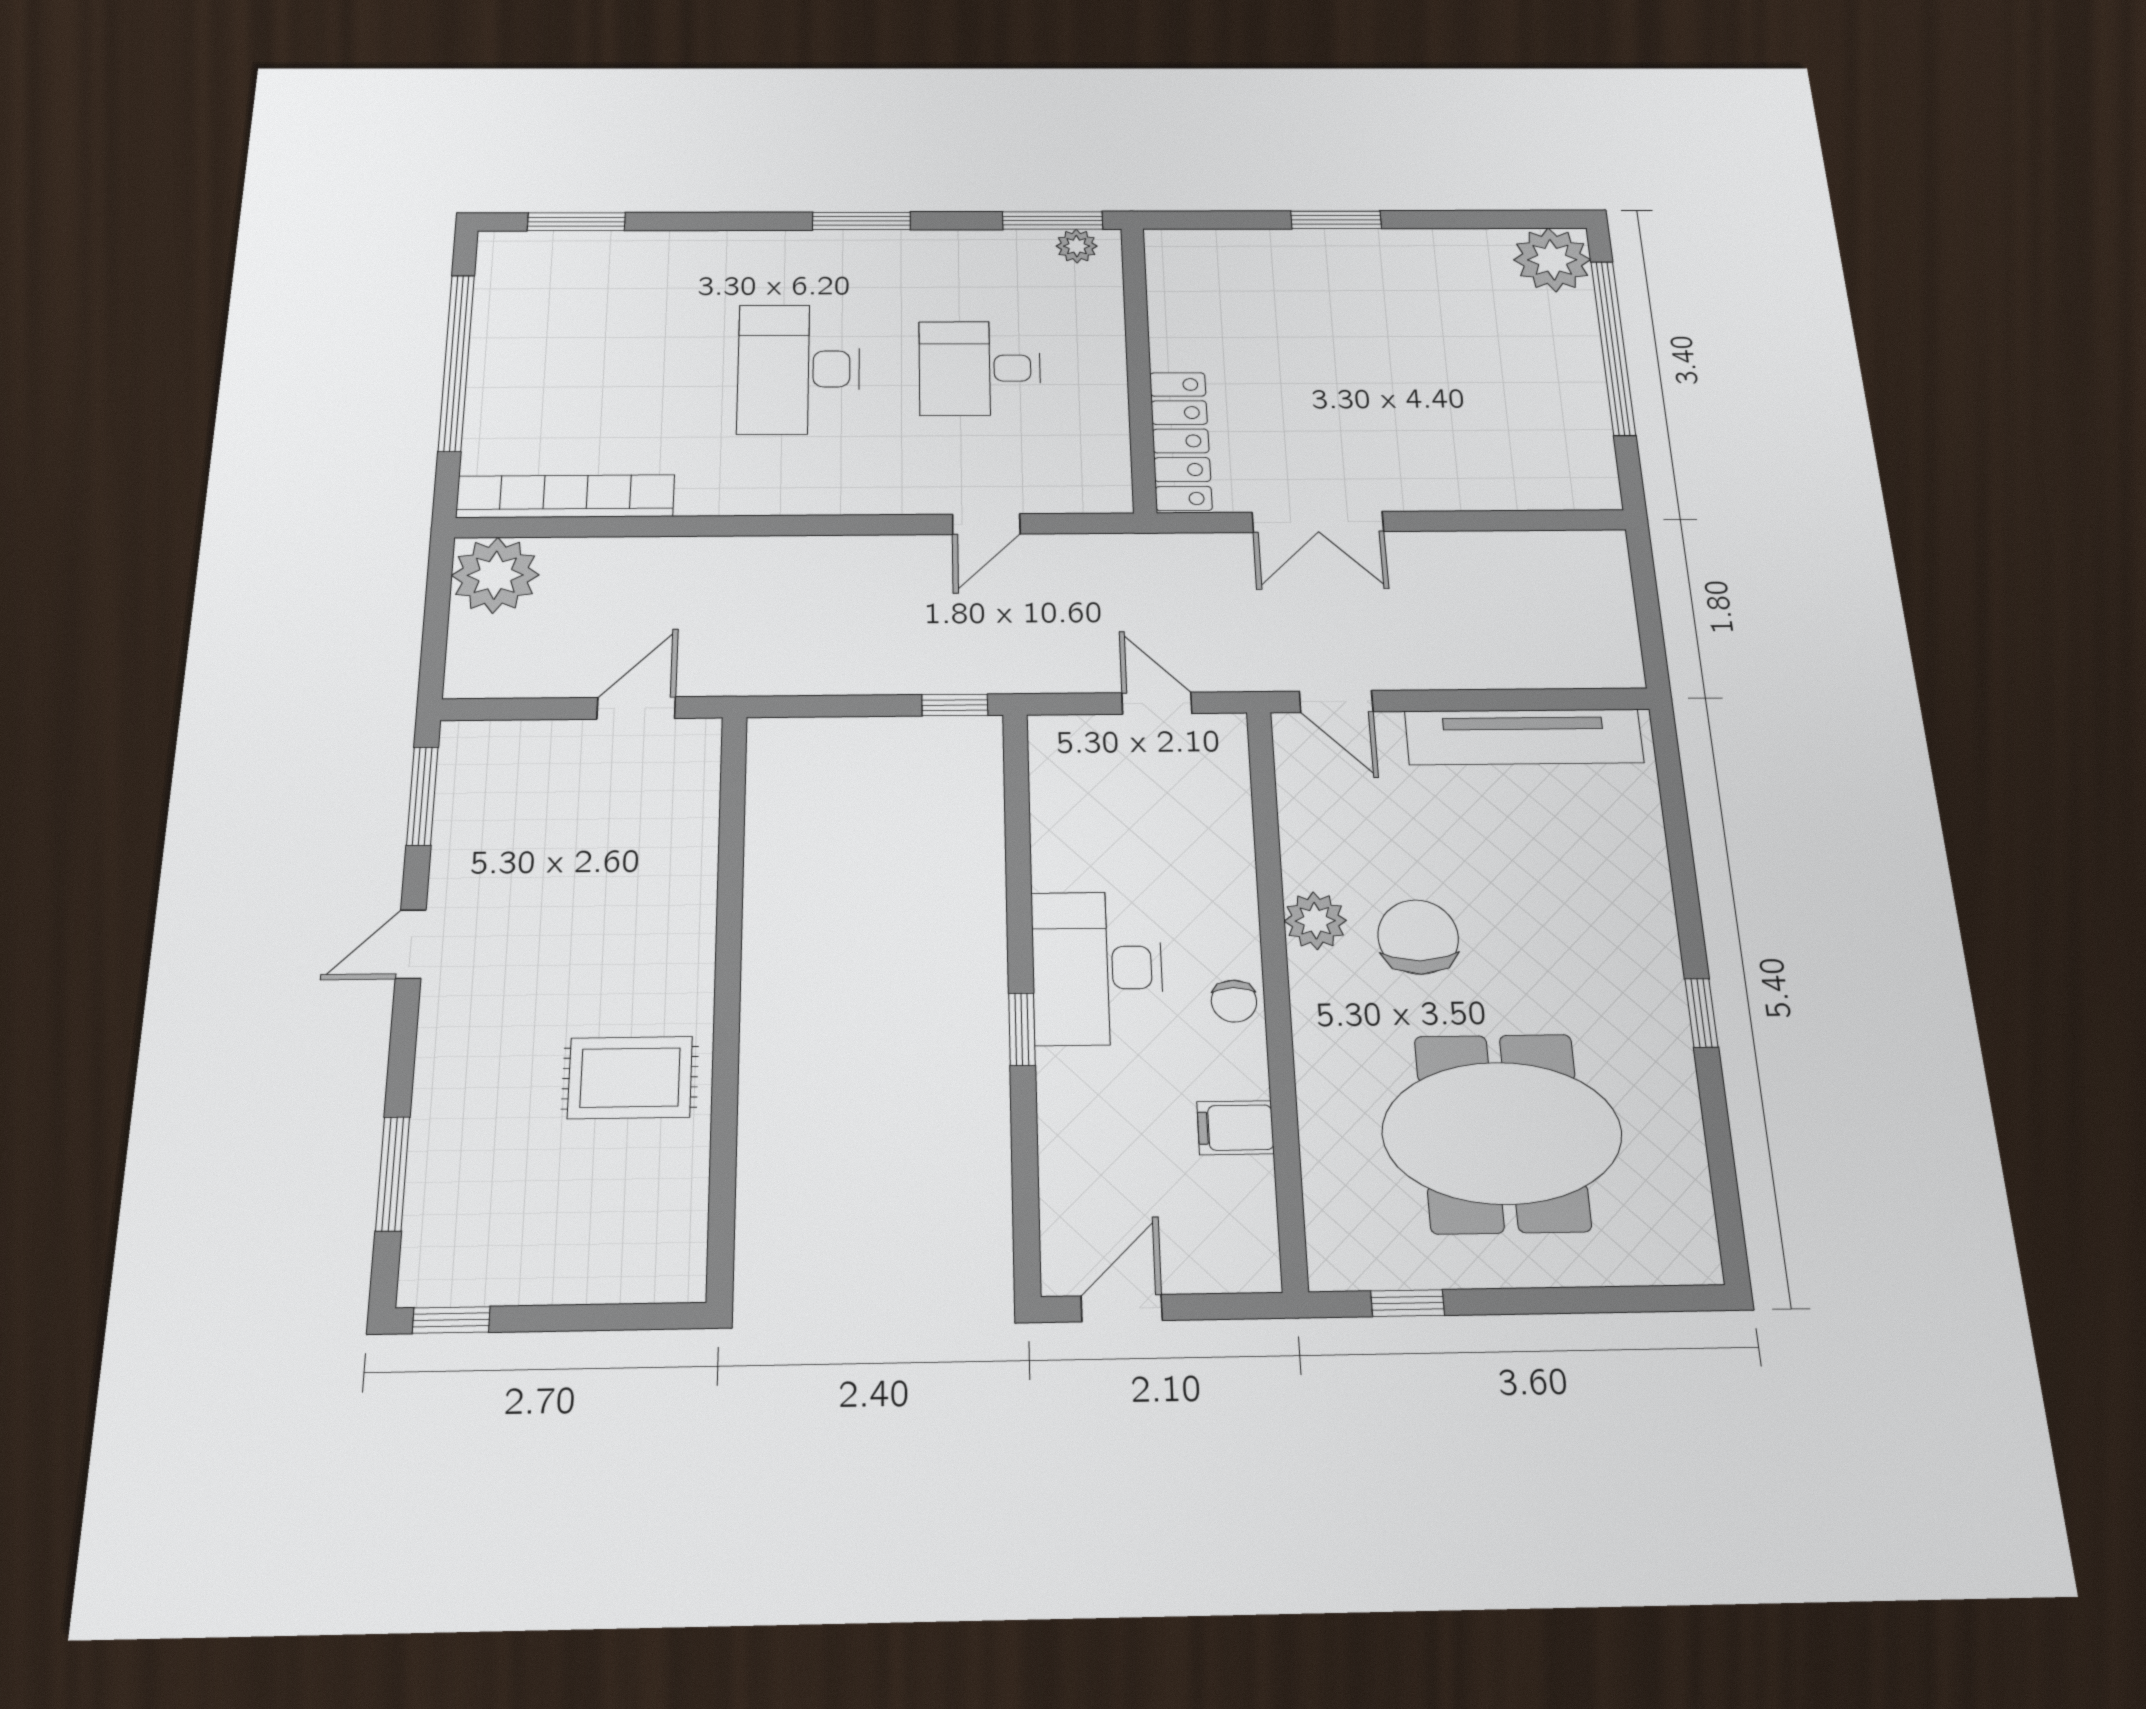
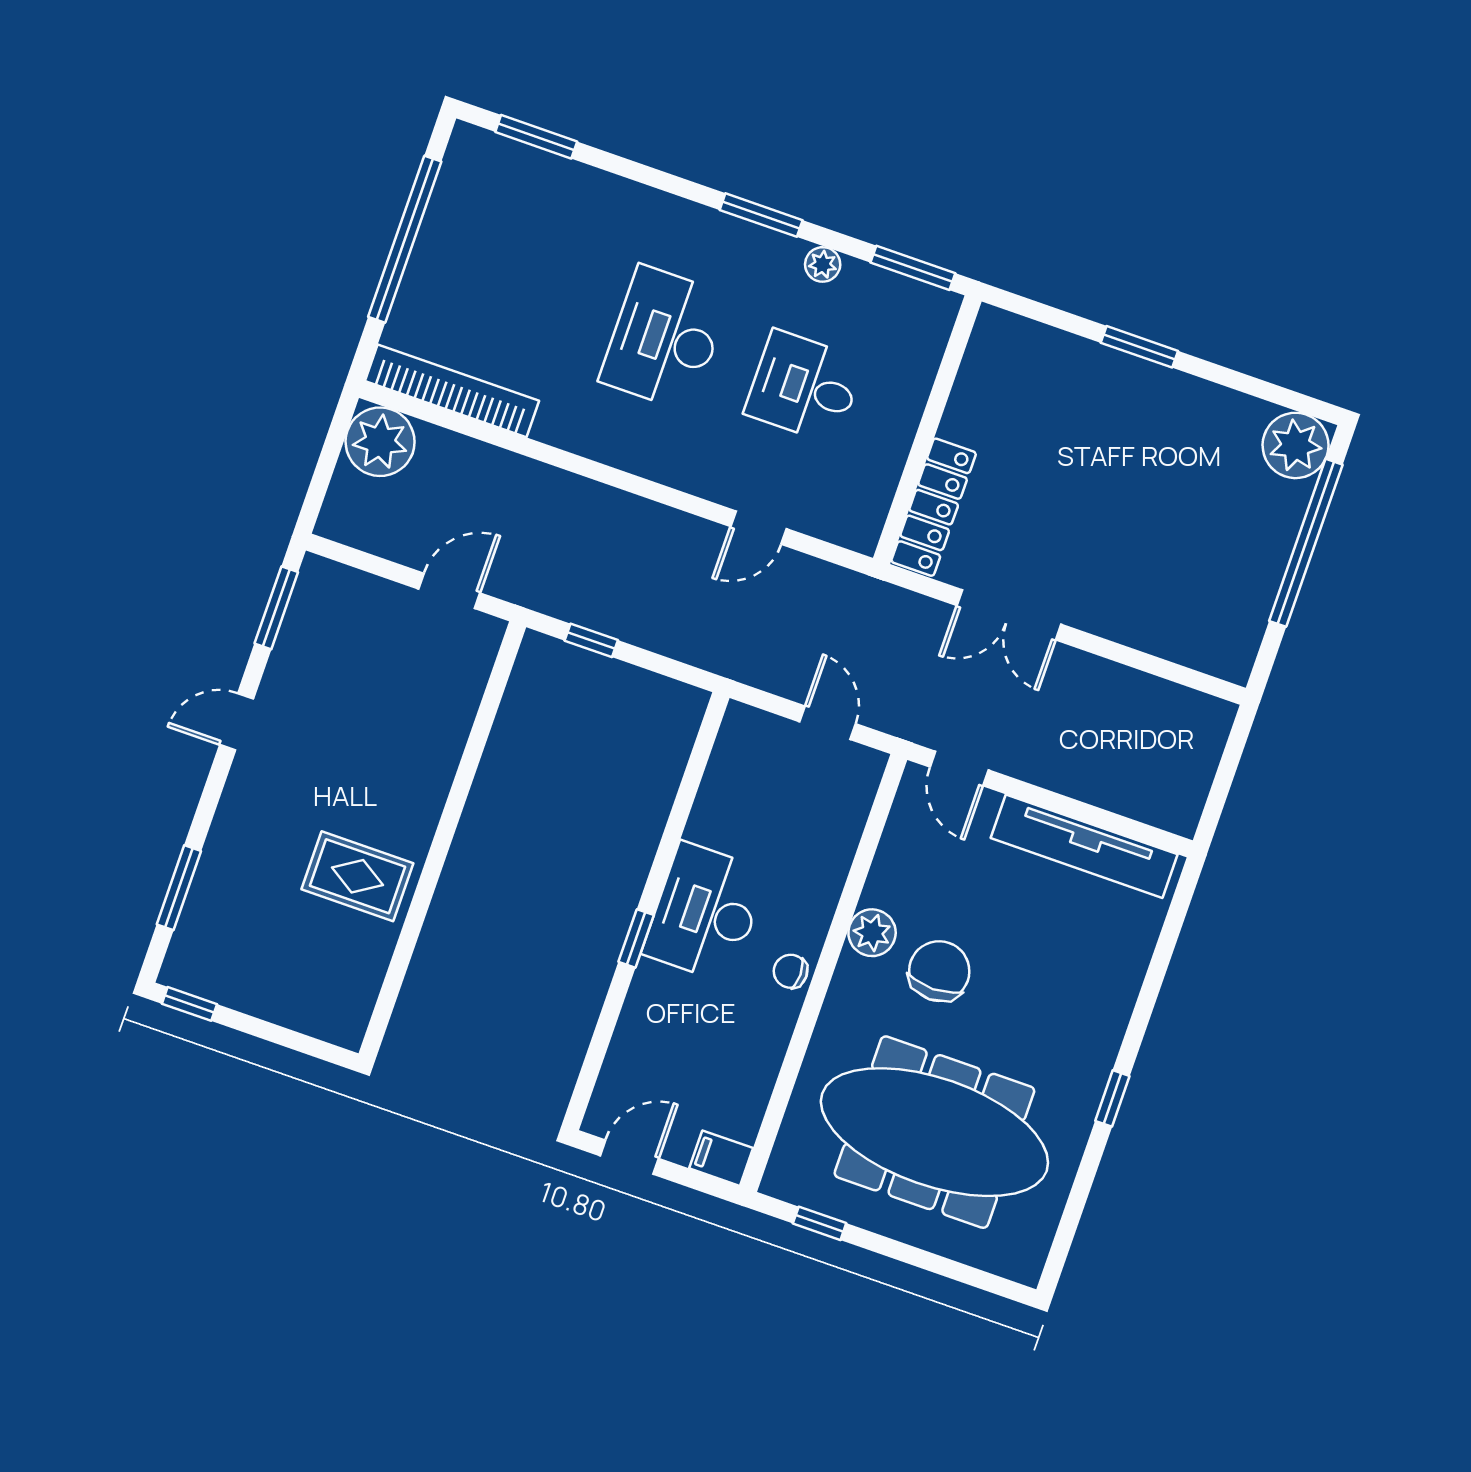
plant: (1077, 246) -> (823, 264), moved
window: (955, 705) -> (591, 640), moved
chair: (1234, 1001) -> (791, 971), turned 90
filing cabinet: (1236, 1128) -> (721, 1158), moved
meeting table: (1502, 1133) -> (934, 1132), width x1.36

